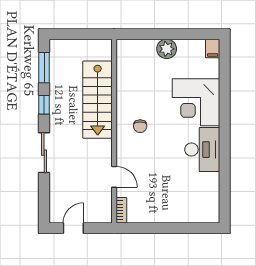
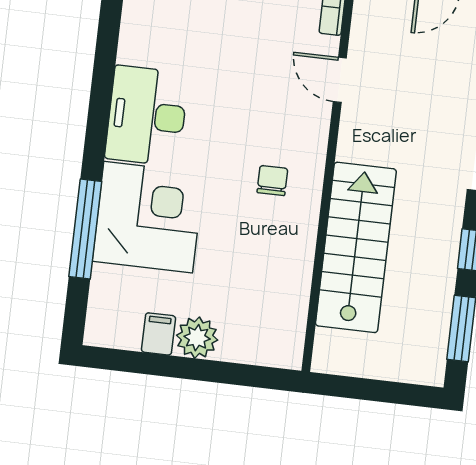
filing cabinet: (213, 48) -> (158, 334), moved
window: (225, 93) -> (85, 229), added

